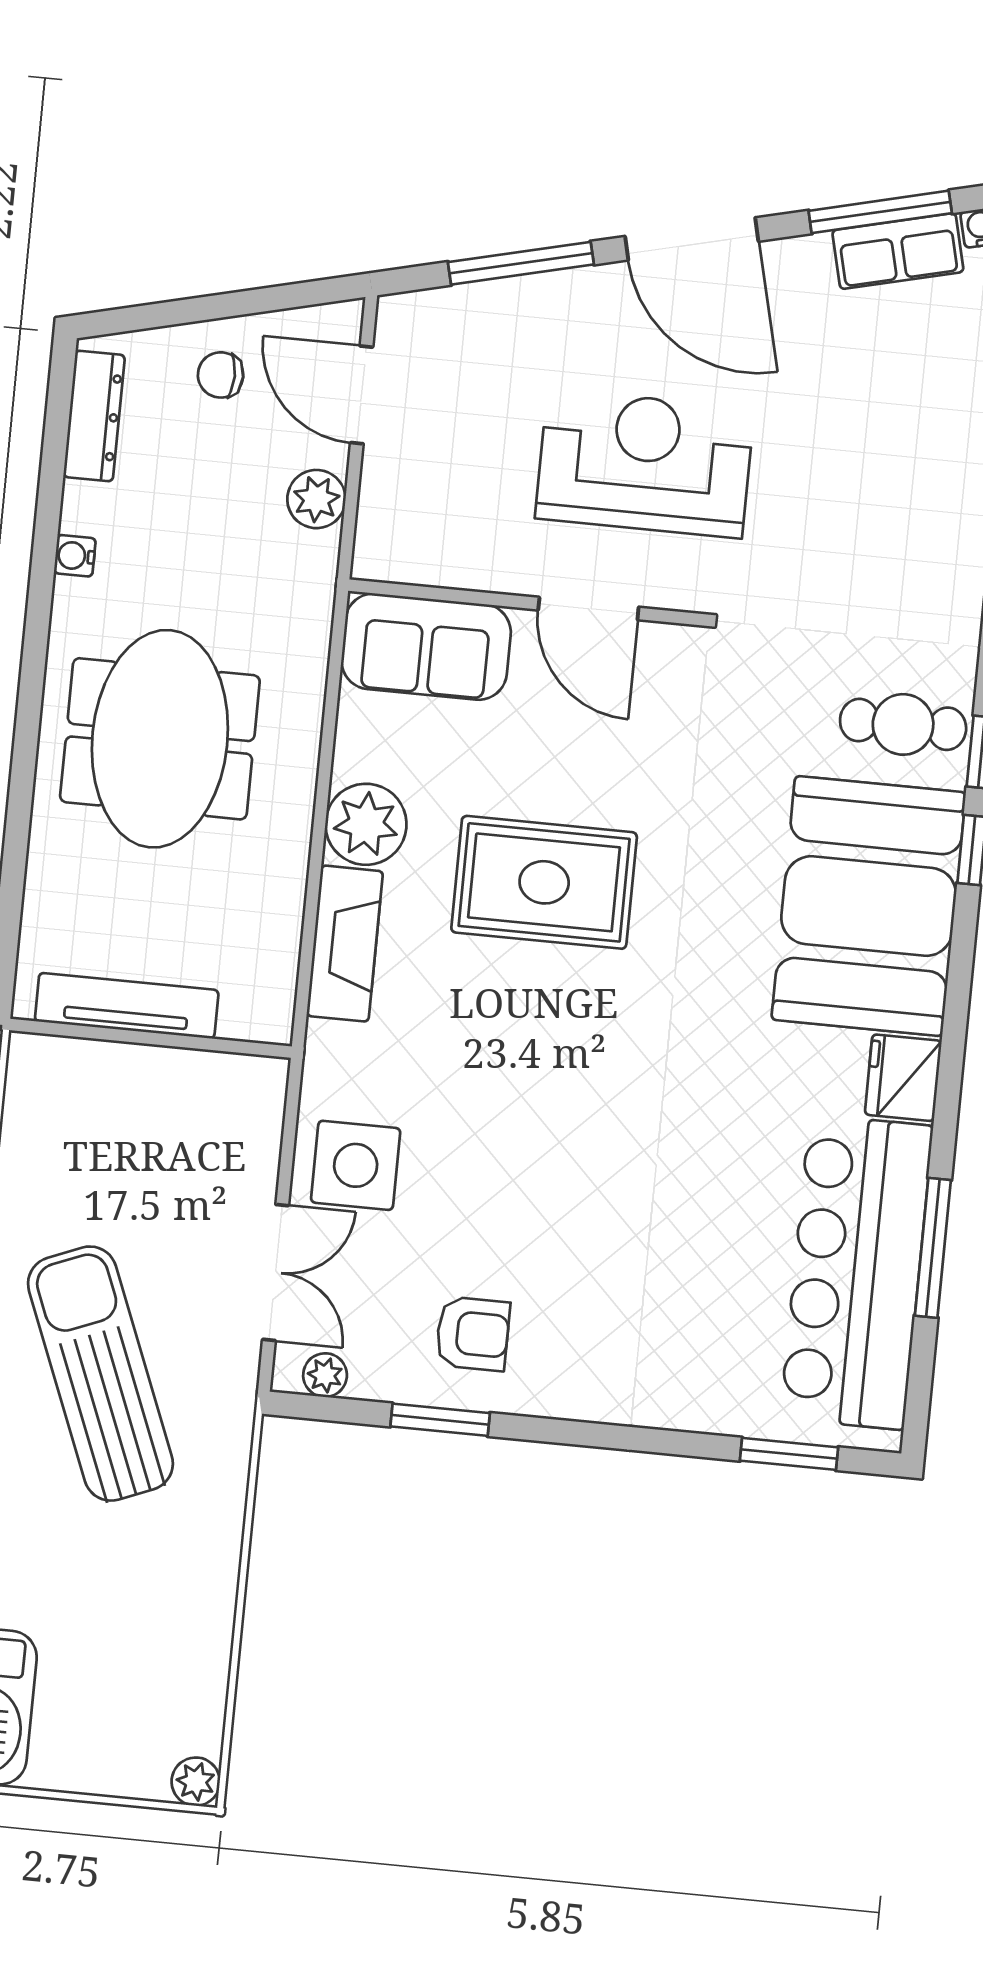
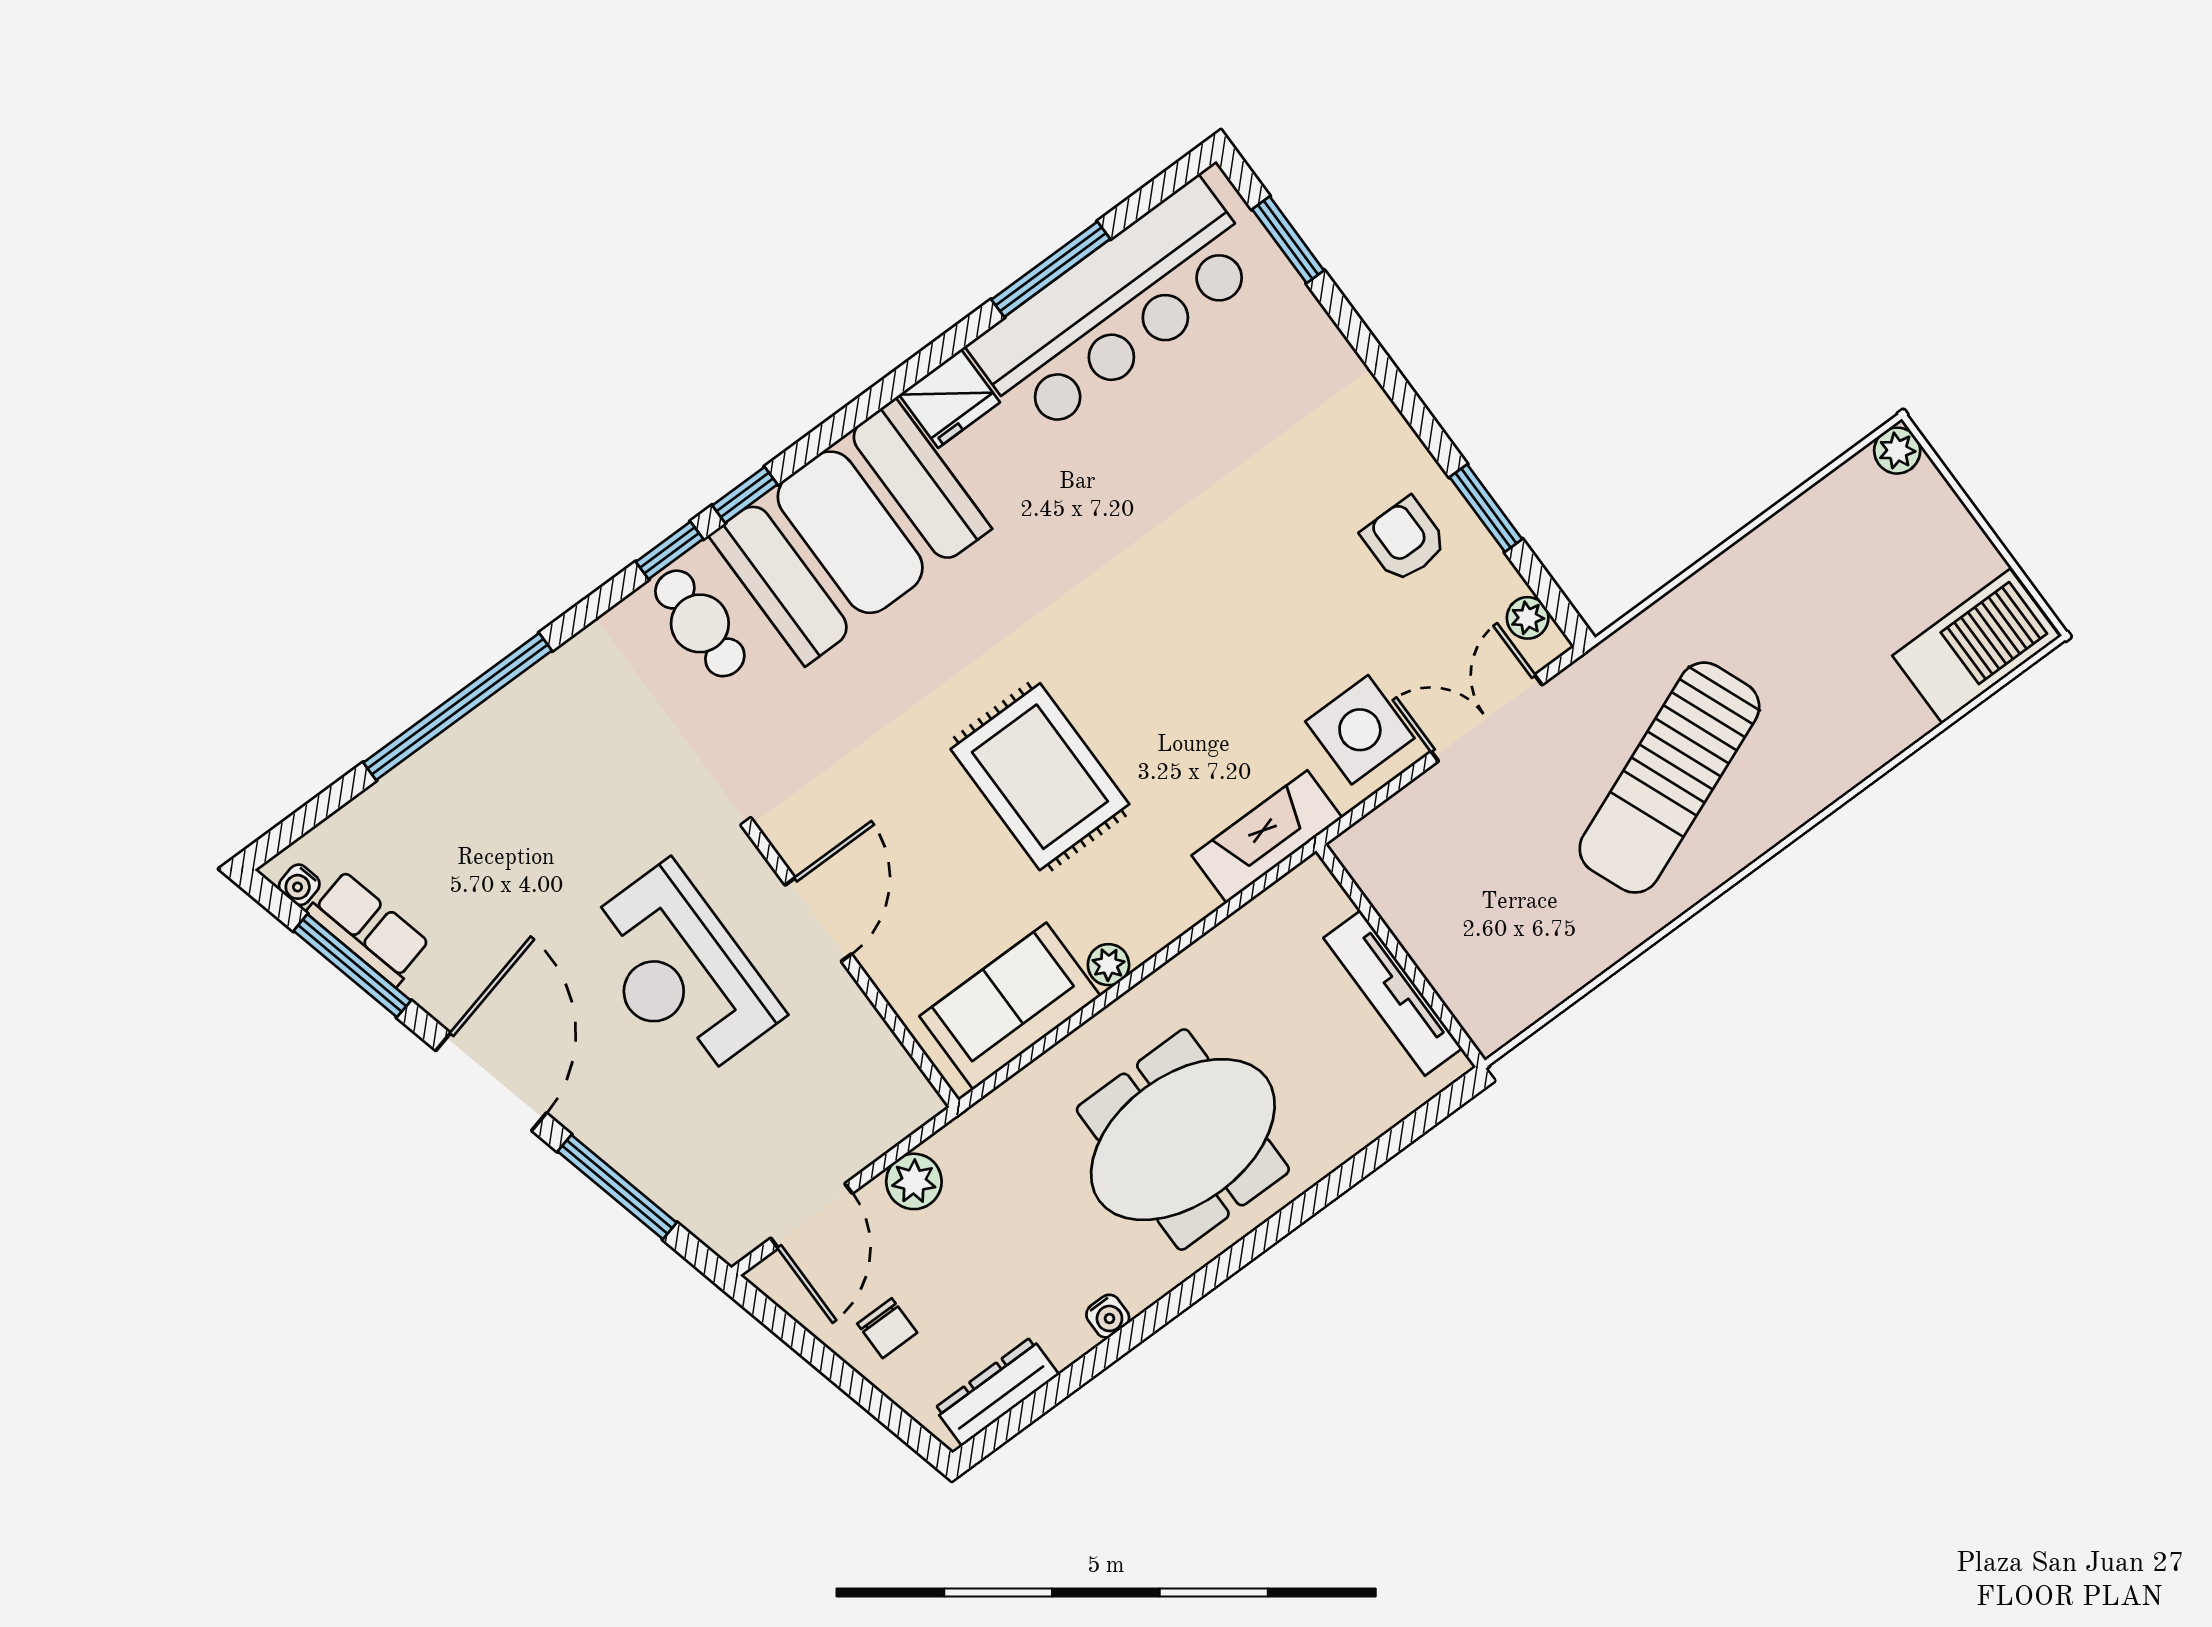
sofa: (426, 647) -> (1010, 1006), moved, turned -90
plant: (366, 824) -> (1108, 965), width x0.53, depth x0.53
fireplace: (345, 944) -> (1267, 837), moved

